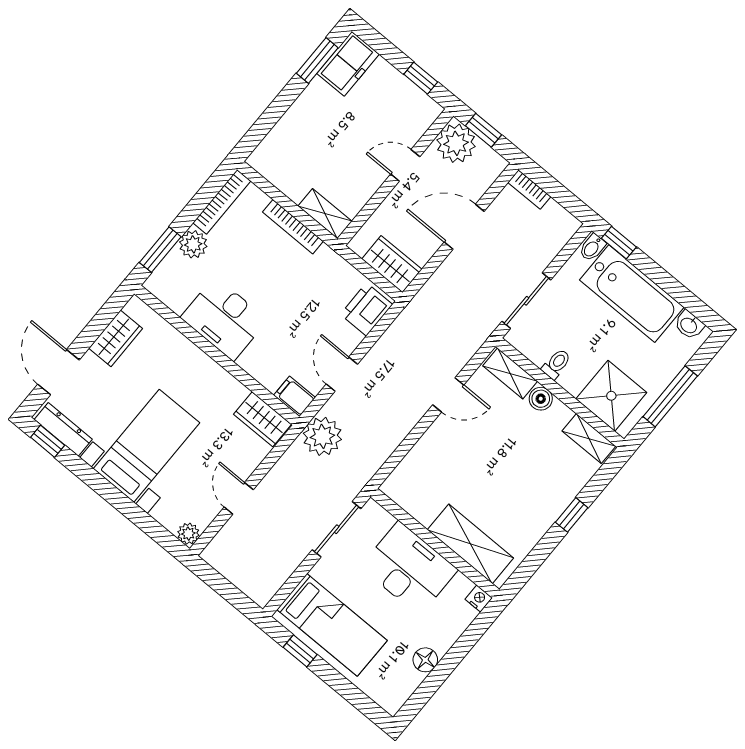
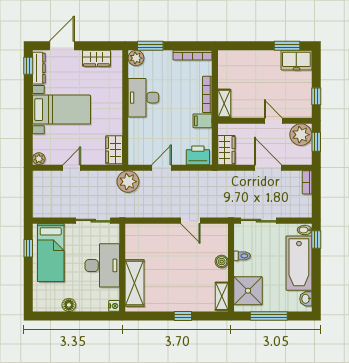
plant: (193, 244) -> (136, 58), moved
shelving: (510, 374) -> (222, 240), removed
filing cabinet: (295, 396) -> (203, 121), moved, turned -90

